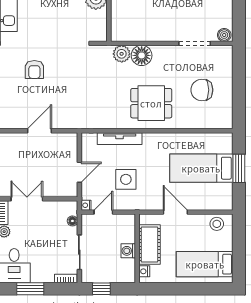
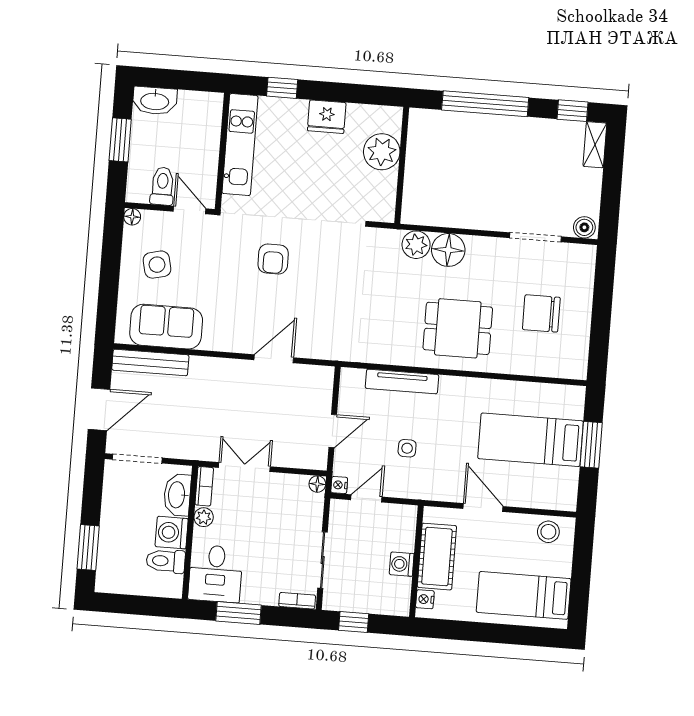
side table: (126, 179) -> (407, 448), width x0.54, depth x0.54
floor lamp: (72, 221) -> (317, 484), moved

